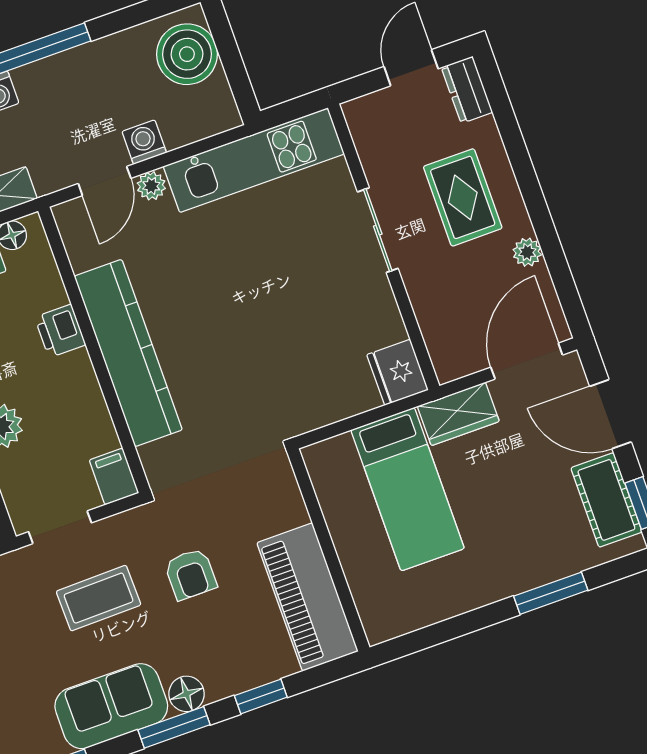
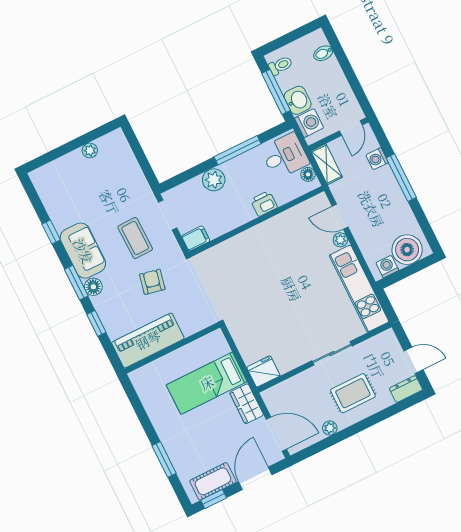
washing machine: (144, 142) -> (387, 266), moved, turned -90
kitchen counter: (128, 353) -> (257, 238), removed
armchair: (191, 574) -> (152, 282), turned 102

